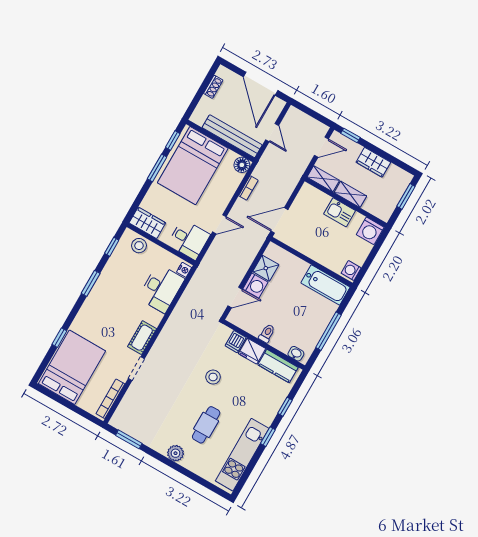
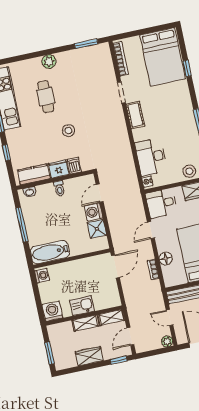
plant: (293, 114) -> (167, 341), added
floor lamp: (242, 165) -> (166, 258), moved

